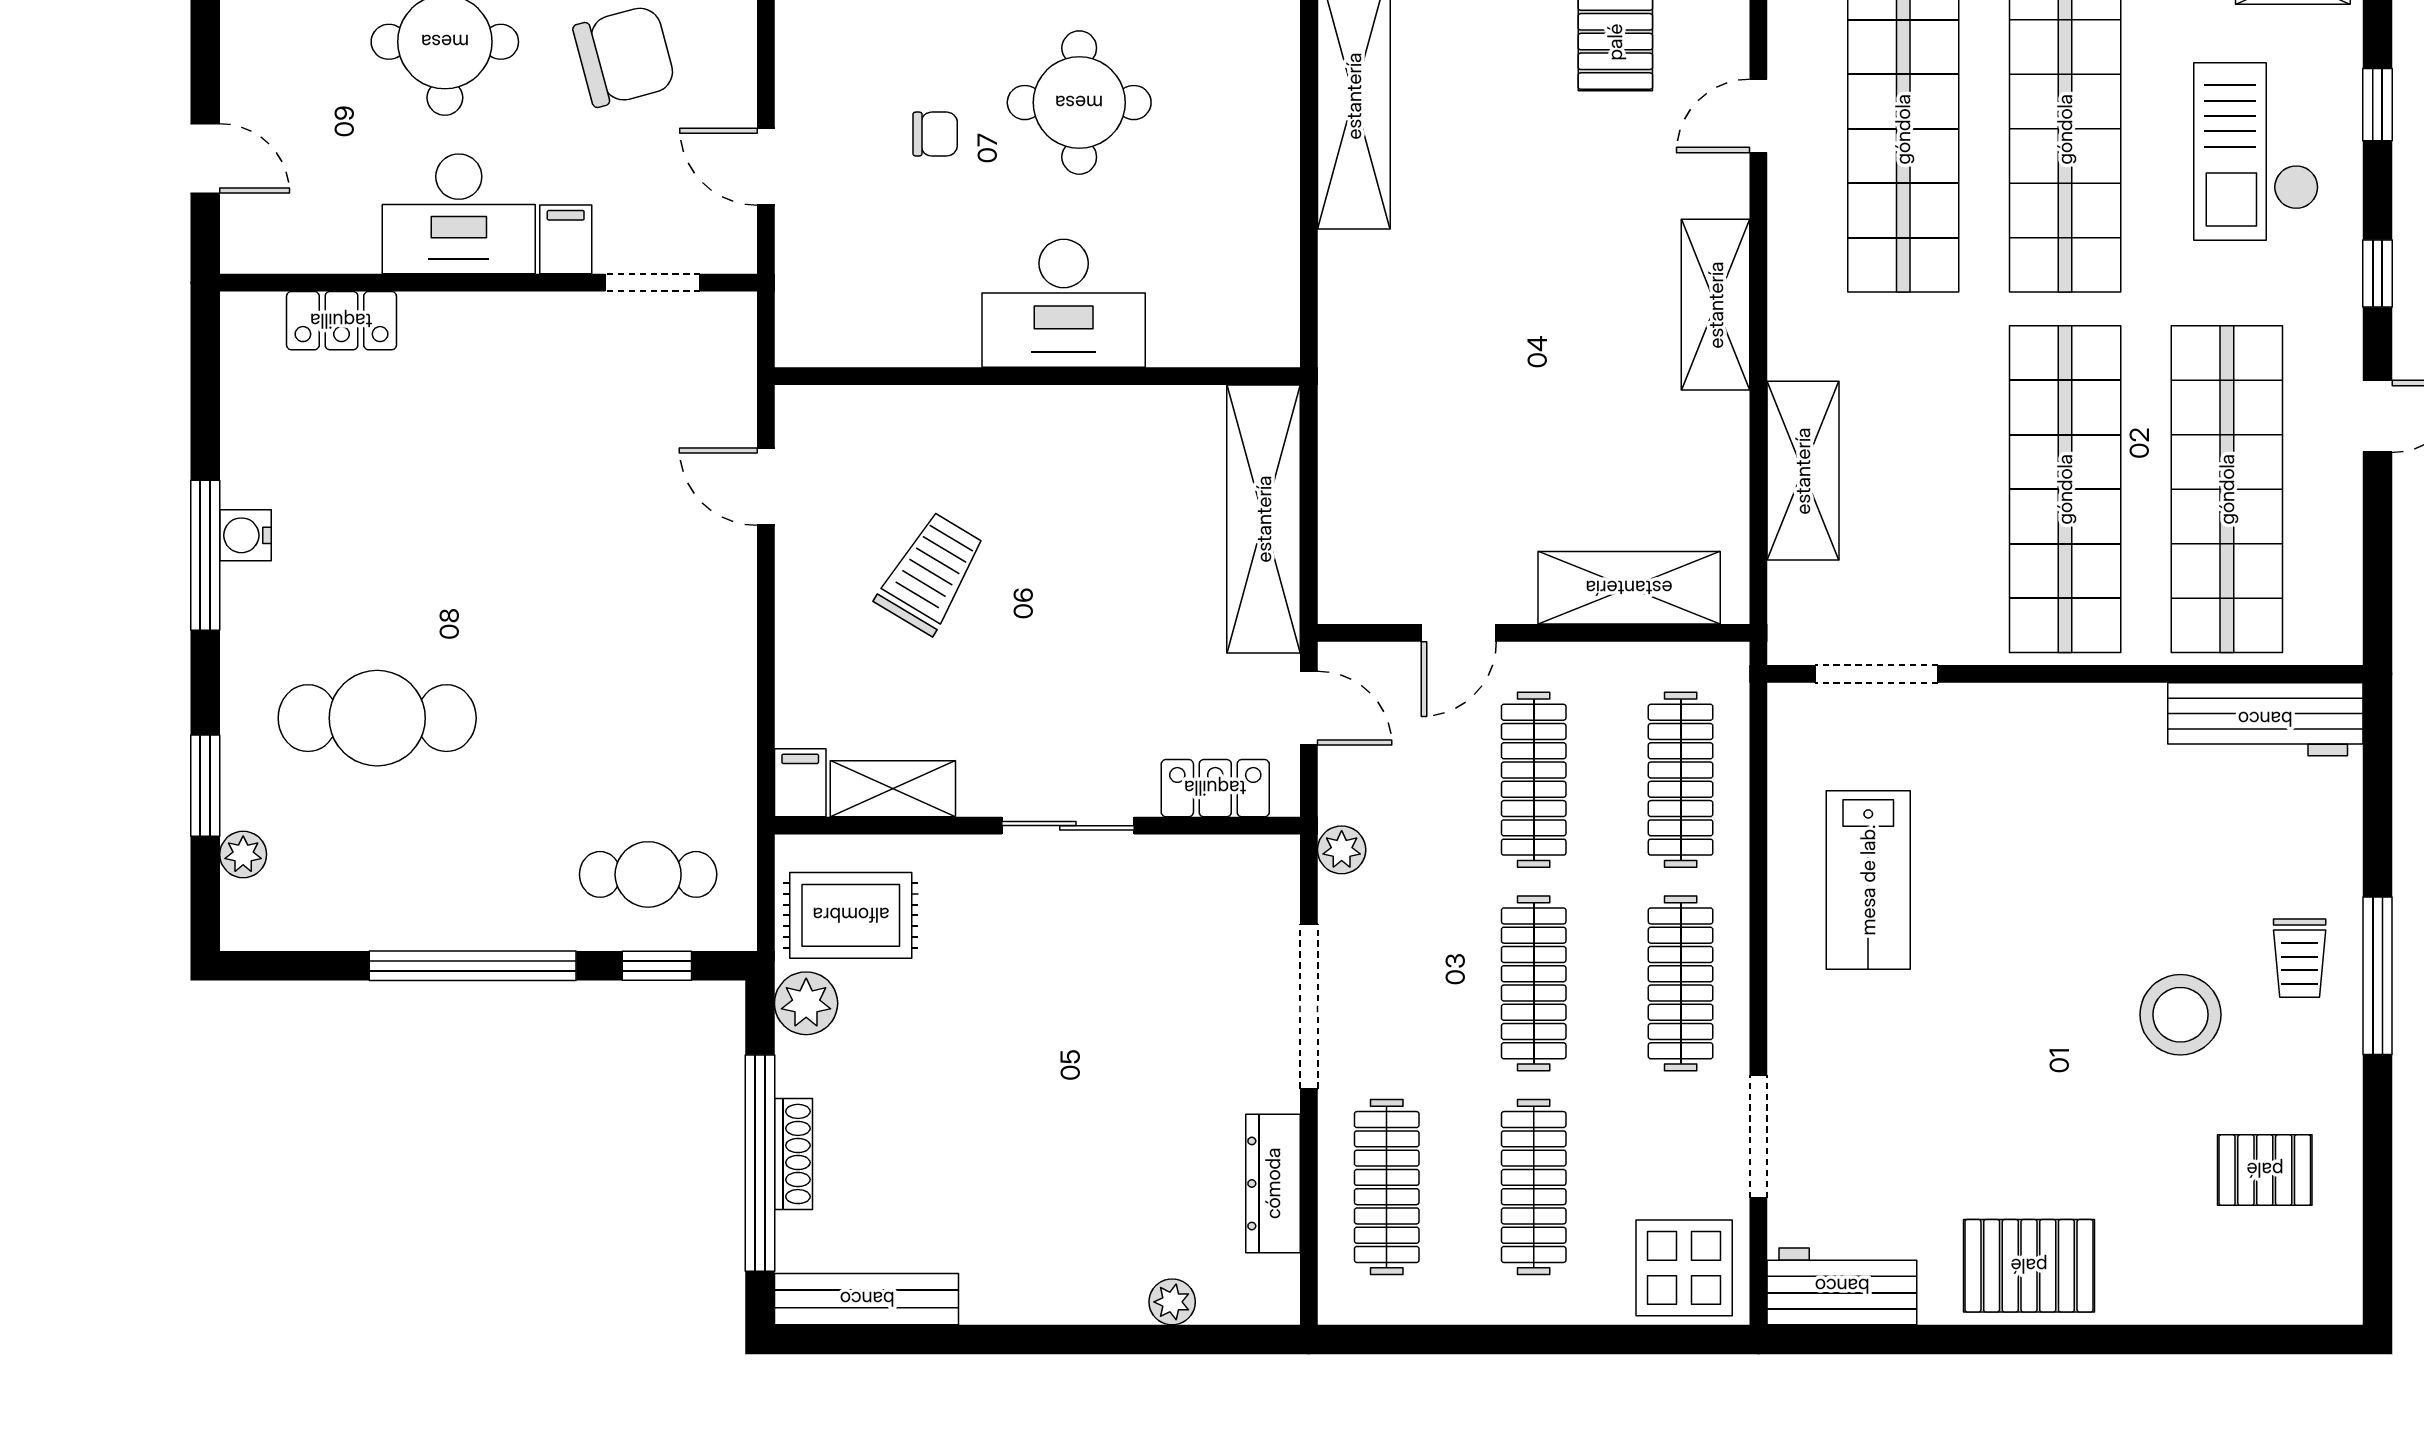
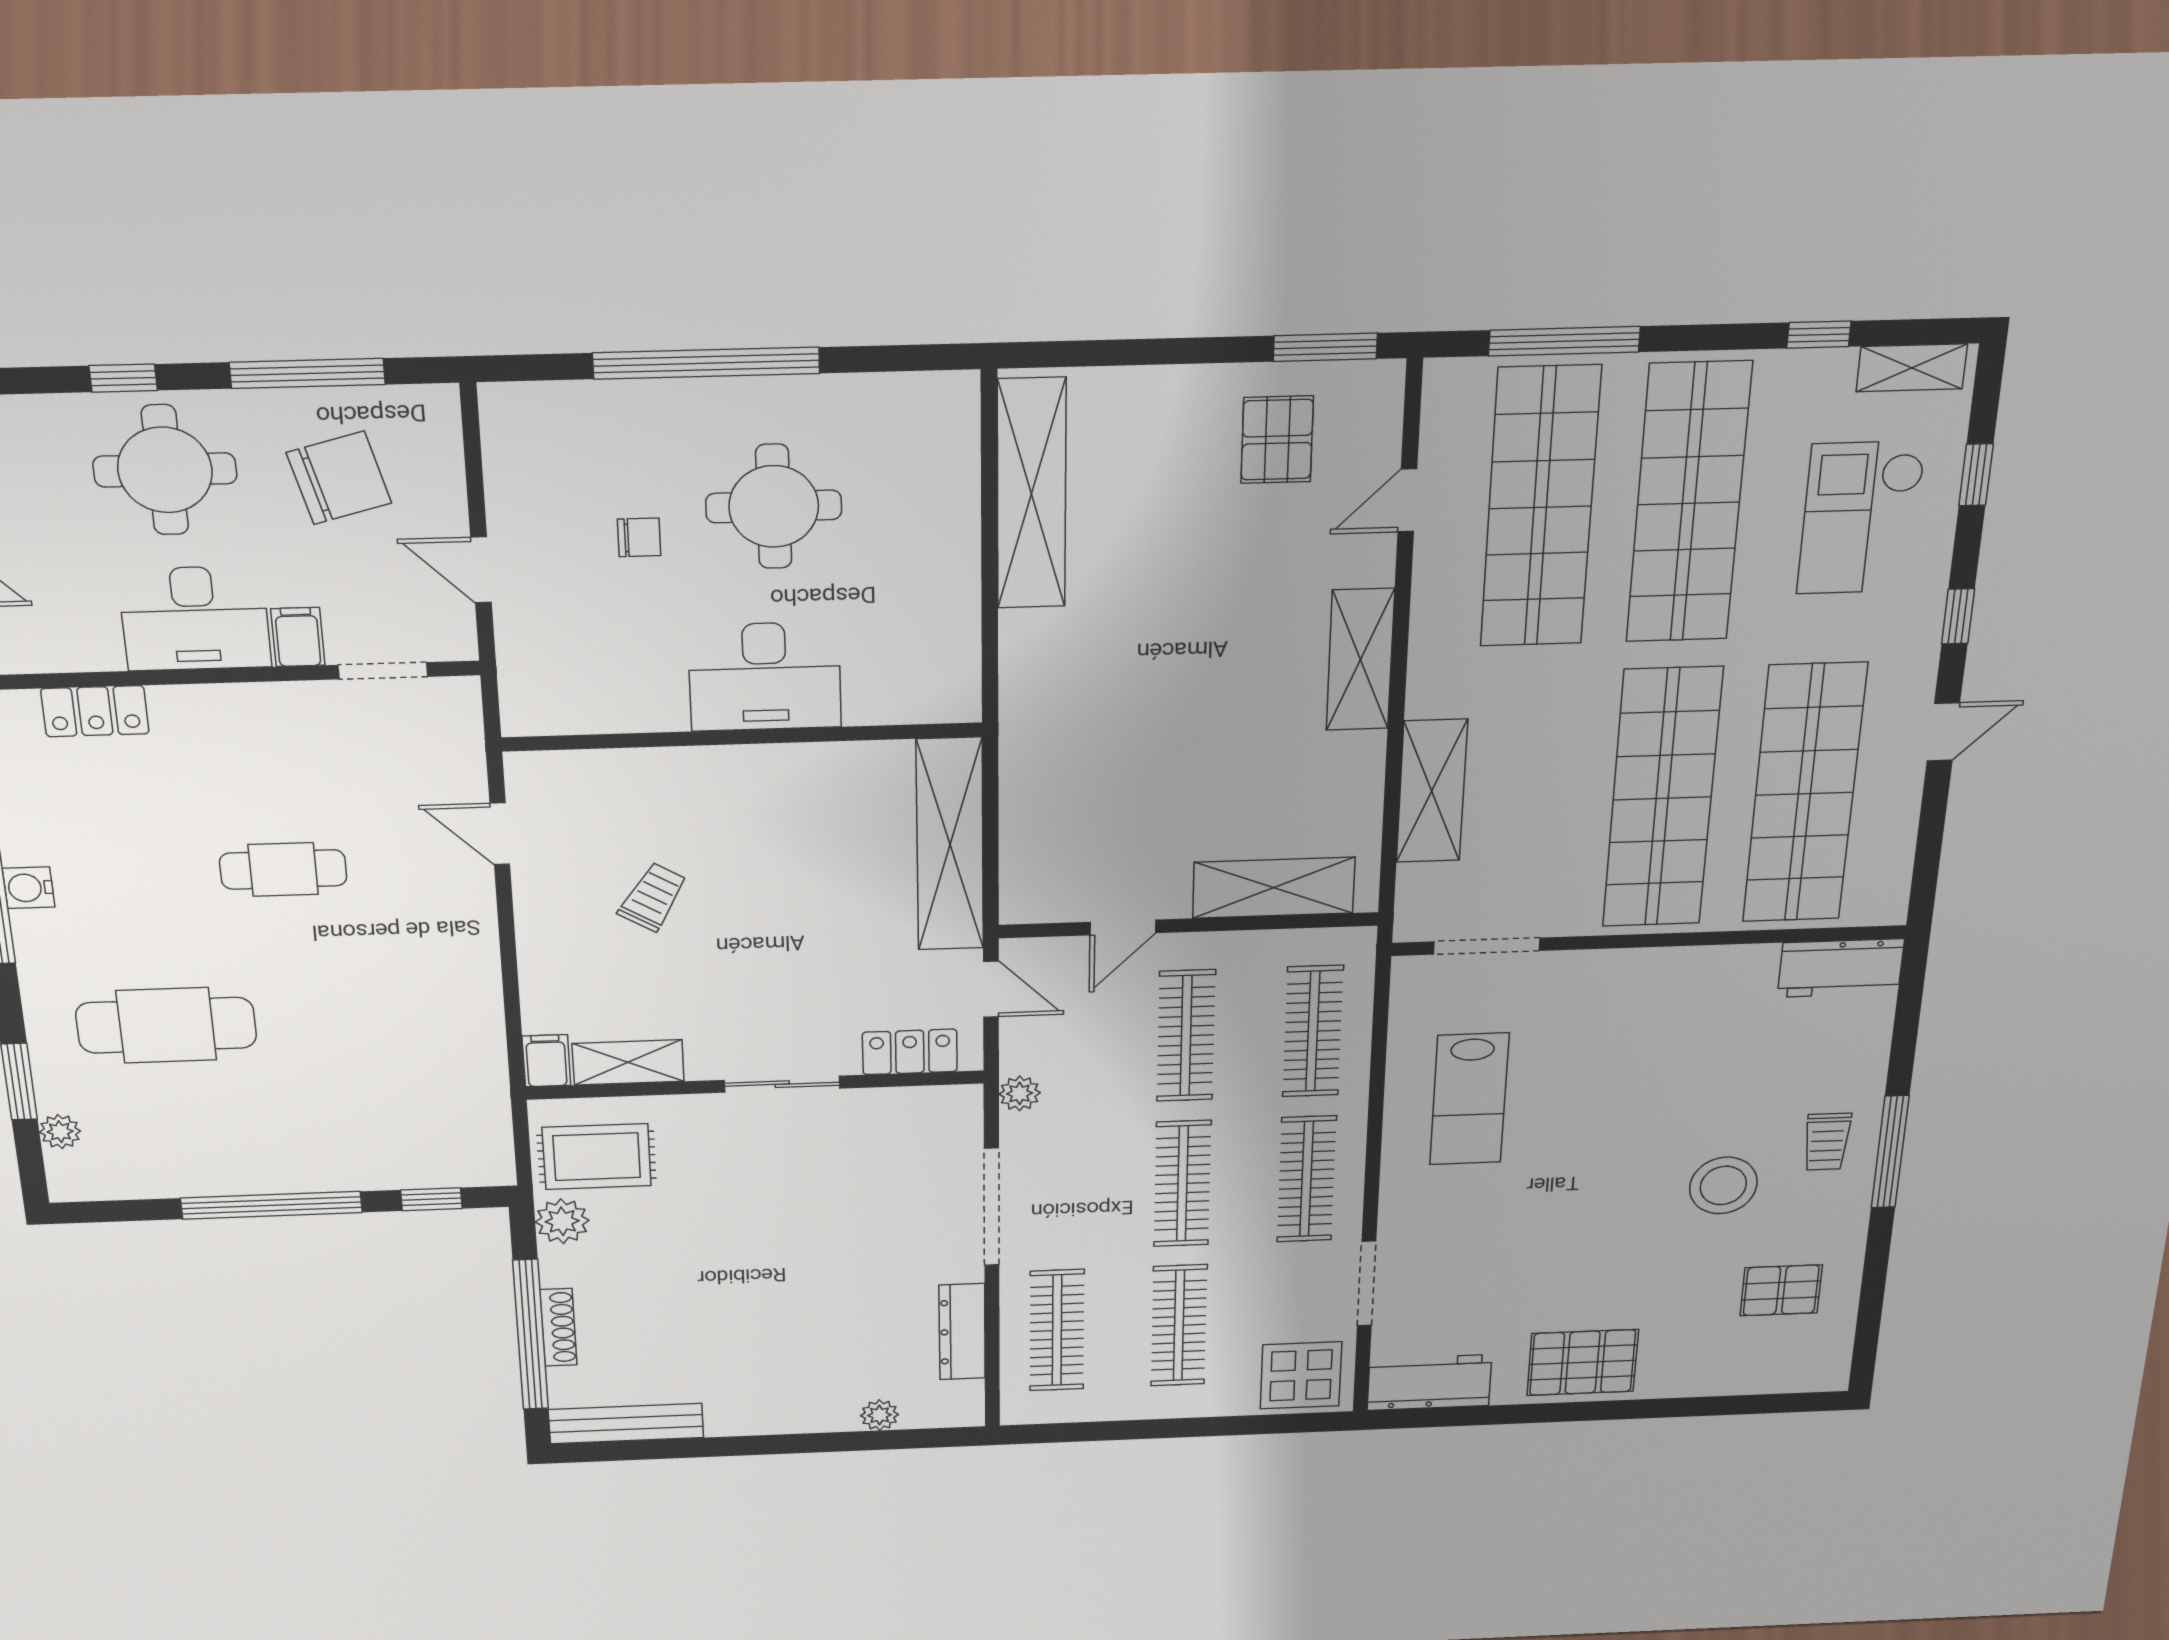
trolley: (931, 573) -> (653, 897), width x0.73, depth x0.72
workbench: (2265, 719) -> (1841, 968), width x0.73
cafe table: (648, 874) -> (283, 869), moved

